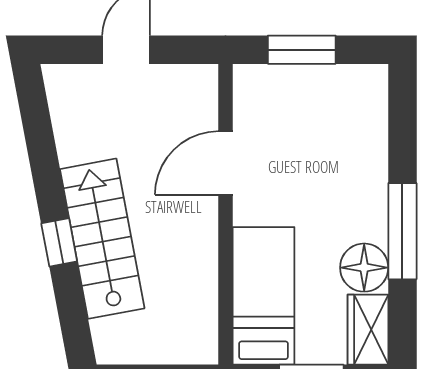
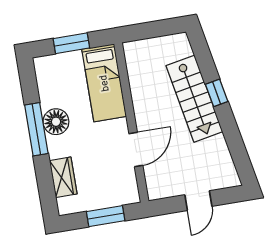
floor lamp: (364, 268) -> (56, 122), moved
wardrobe: (368, 330) -> (63, 177), moved

